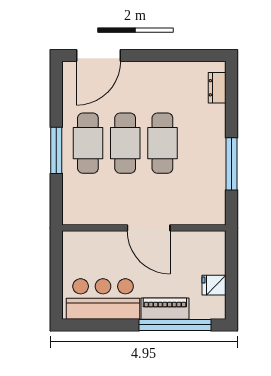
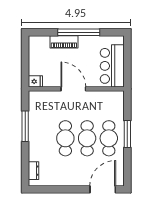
fridge: (214, 285) -> (35, 81), moved
bar counter: (103, 299) -> (112, 66), moved, turned 90
window: (175, 325) -> (79, 32), moved

